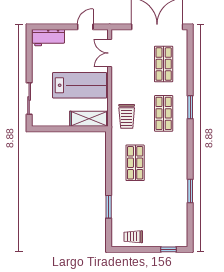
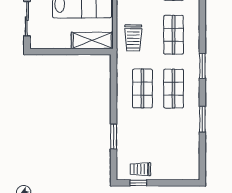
window: (190, 107) -> (202, 66), moved
shop shelf: (164, 163) -> (174, 89), added
window: (168, 249) -> (138, 183), moved

